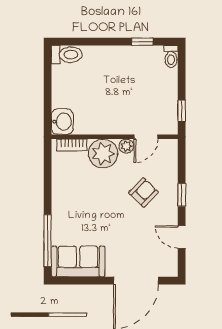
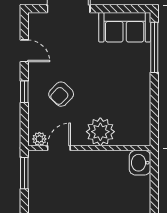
window: (182, 111) -> (24, 173), width x1.50
bookcase: (72, 145) -> (130, 140), removed
plant: (126, 146) -> (39, 139), moved

